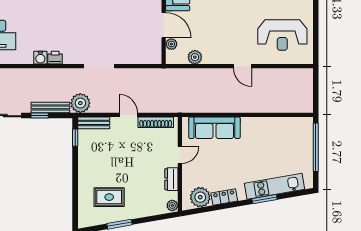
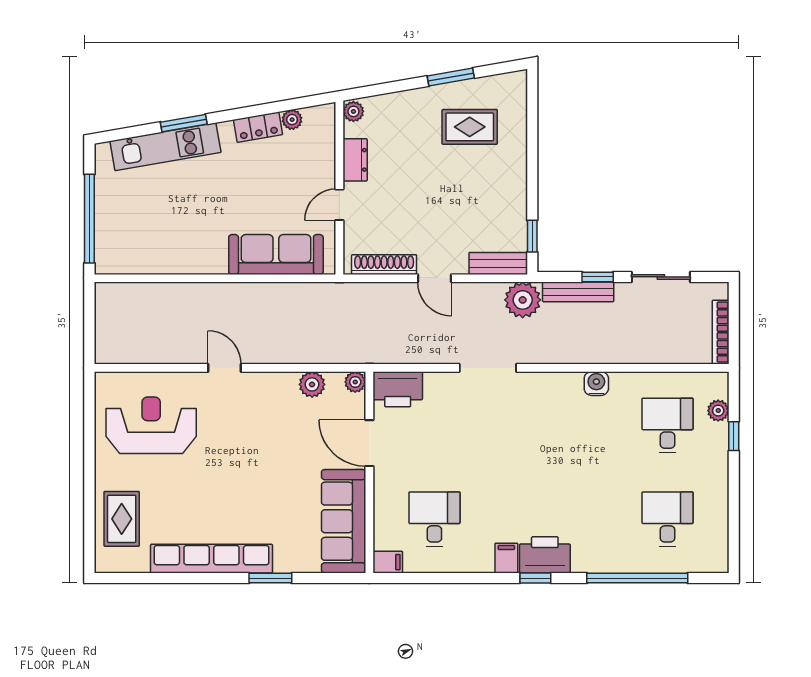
plant: (171, 44) -> (355, 382), moved
printer: (55, 58) -> (398, 389), moved, width x1.87, depth x1.48
plant: (200, 197) -> (292, 120), width x0.53, depth x0.53

